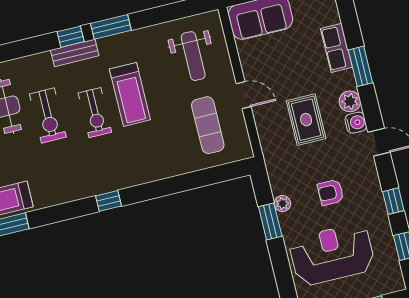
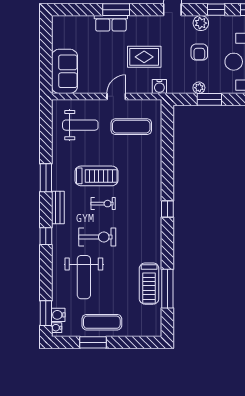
window: (71, 37) -> (46, 236), moved
row of seats: (336, 48) -> (111, 23), moved
plant: (350, 101) -> (201, 23), moved
exercise bike: (95, 113) -> (103, 204), width x0.73, depth x0.72
water cooler: (356, 123) -> (159, 87), moved, turned 180

